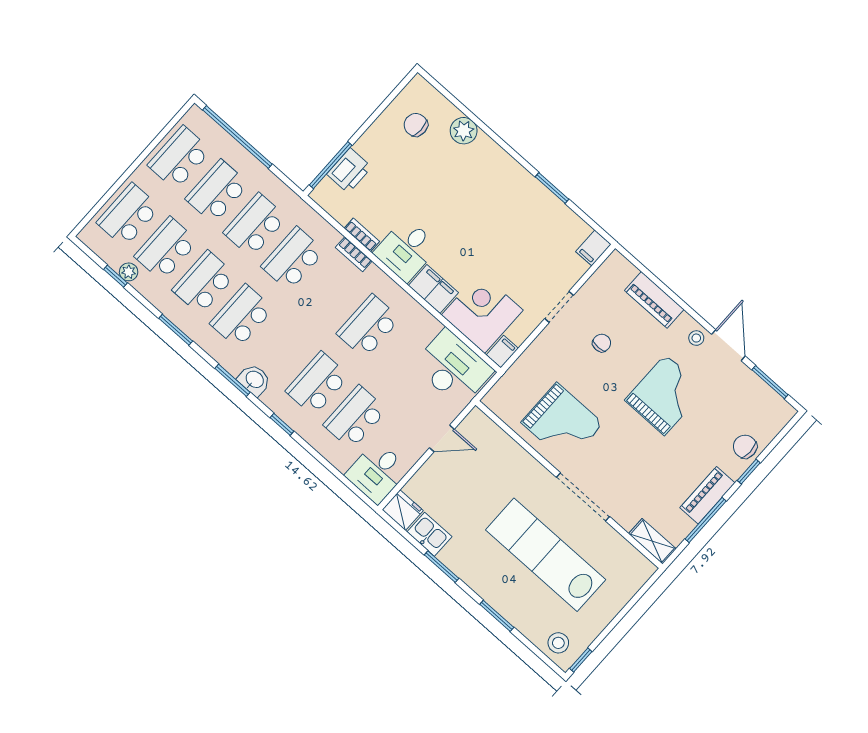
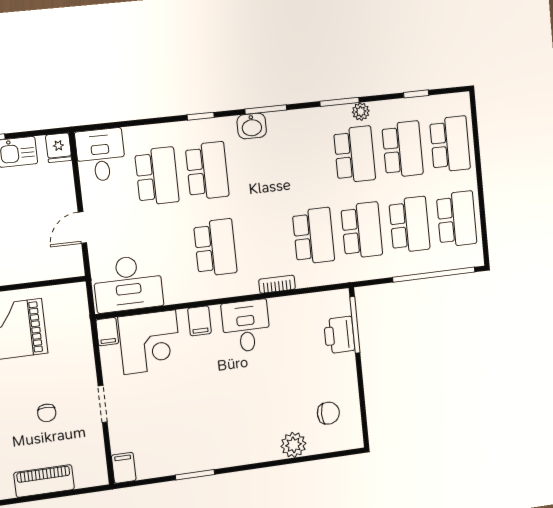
bookcase: (362, 235) -> (286, 303), removed
plant: (129, 272) -> (361, 112), moved
filing cabinet: (433, 289) -> (199, 321), width x0.50
school desk: (242, 316) -> (306, 160), removed
fridge: (403, 510) -> (59, 148), width x0.72

